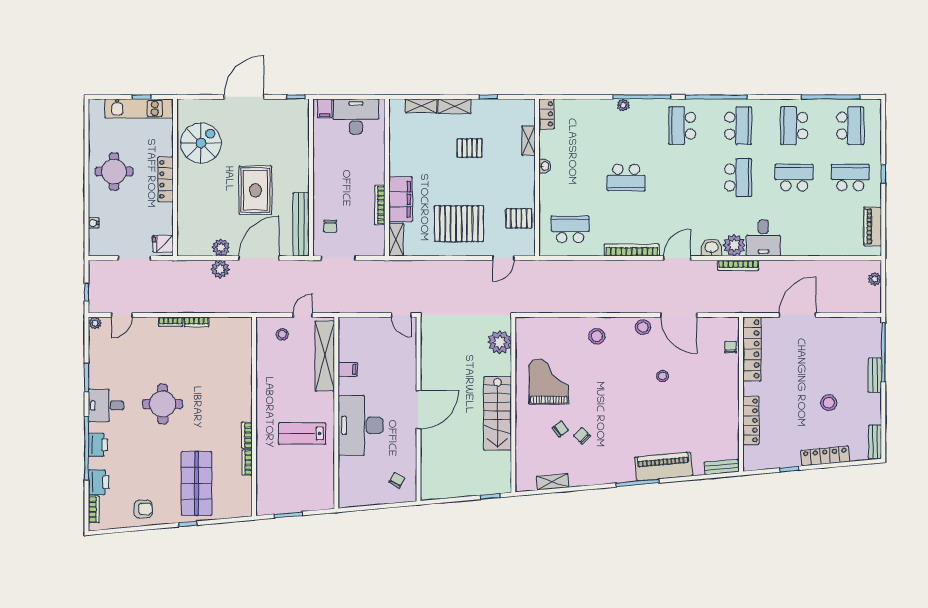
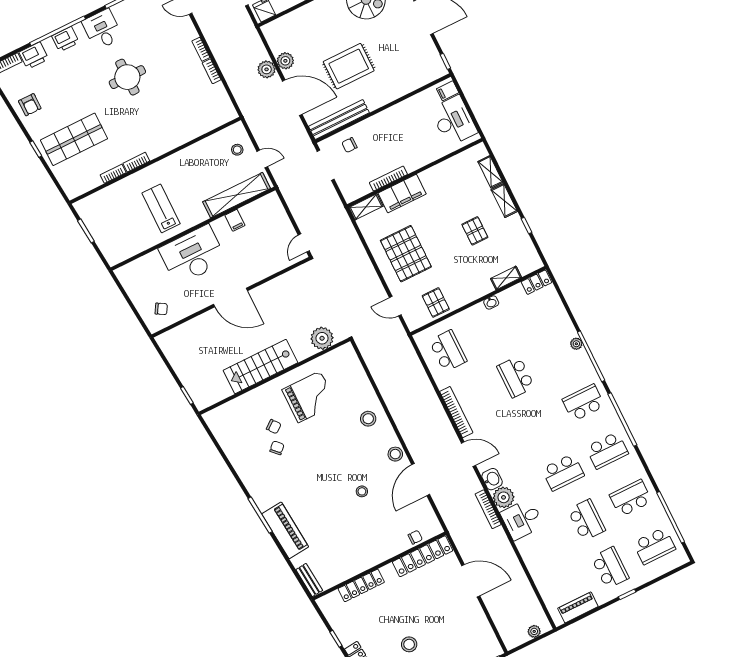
shelving: (553, 482) -> (225, 442), removed

